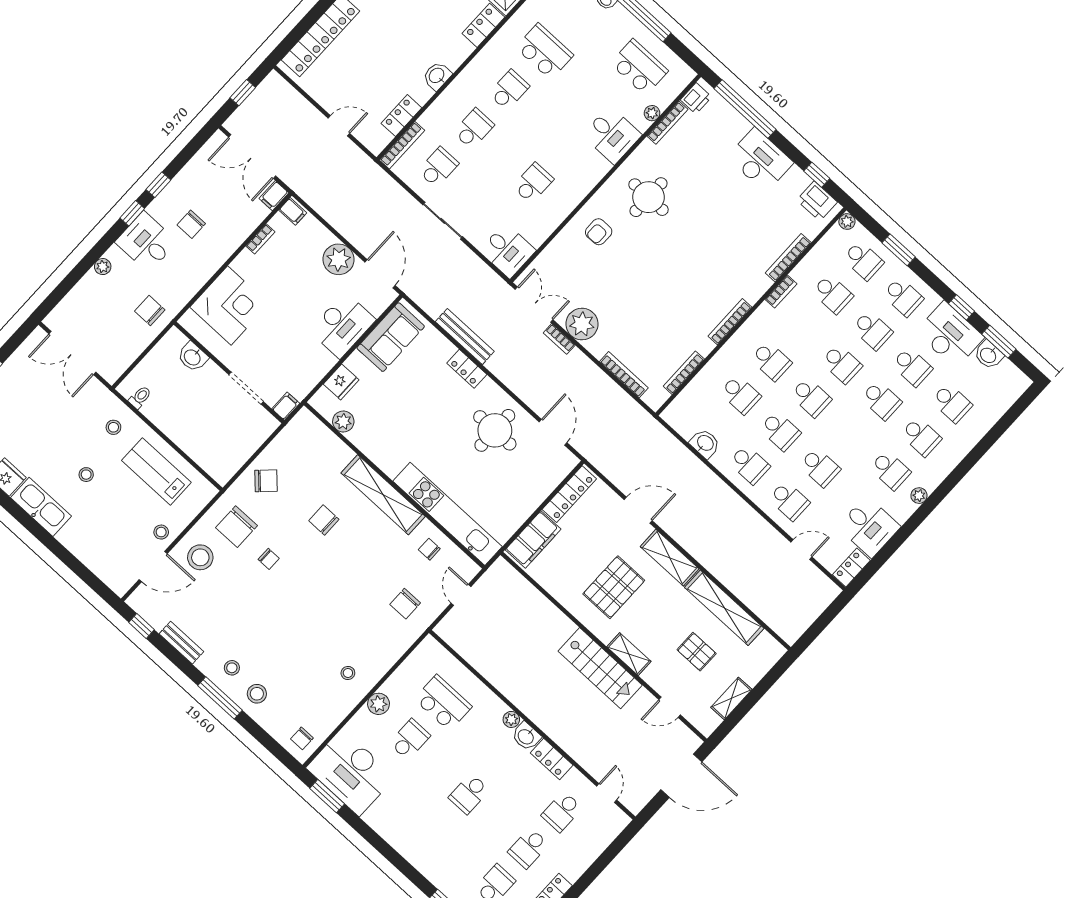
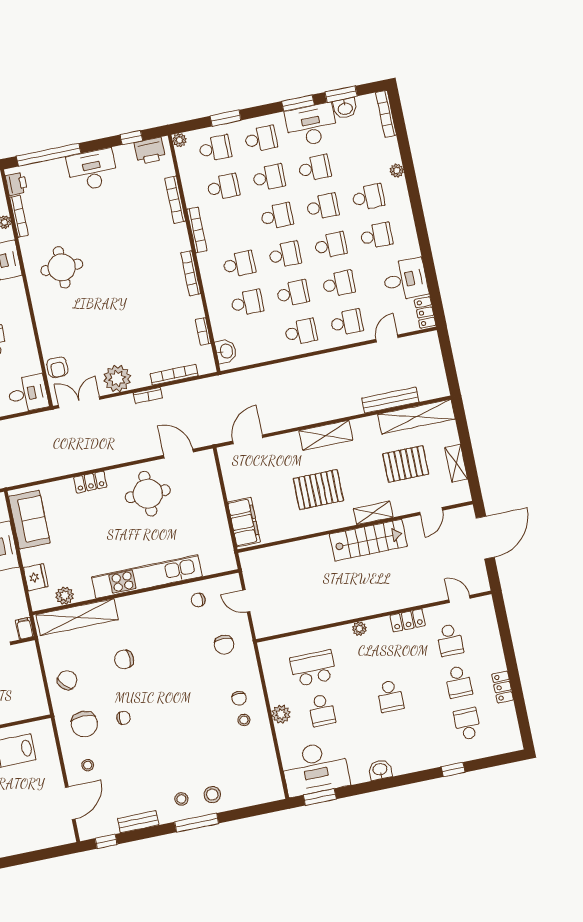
armchair: (599, 232) -> (57, 367), moved
bookcase: (781, 292) -> (197, 230), width x1.56
window: (961, 307) -> (298, 103), width x1.50
bench: (465, 337) -> (390, 400), moved
bookcase: (559, 339) -> (148, 395), moved
bookcase: (684, 373) -> (203, 332), width x0.64
bookcase: (1011, 397) -> (386, 114), added
school desk: (952, 403) -> (331, 245), moved
washbasin: (705, 443) -> (226, 351), moved, turned 90
locker: (569, 494) -> (230, 474), removed
shelving: (383, 495) -> (77, 617), moved
plant: (919, 496) -> (397, 171), moved
door: (638, 510) -> (248, 439), moved
kitchen unit: (448, 514) -> (147, 577), moved
stool: (161, 532) -> (50, 780), removed
stool: (200, 557) -> (88, 765), width x0.53, depth x0.53
pallet: (614, 587) -> (318, 490), turned 90
shelving: (724, 608) -> (416, 417), moved
pallet: (697, 652) -> (406, 464), width x1.50, depth x1.42
washbasin: (526, 736) -> (380, 770), moved, turned 180
chair: (302, 738) -> (239, 698), moved
school desk: (410, 739) -> (322, 710), turned 180

